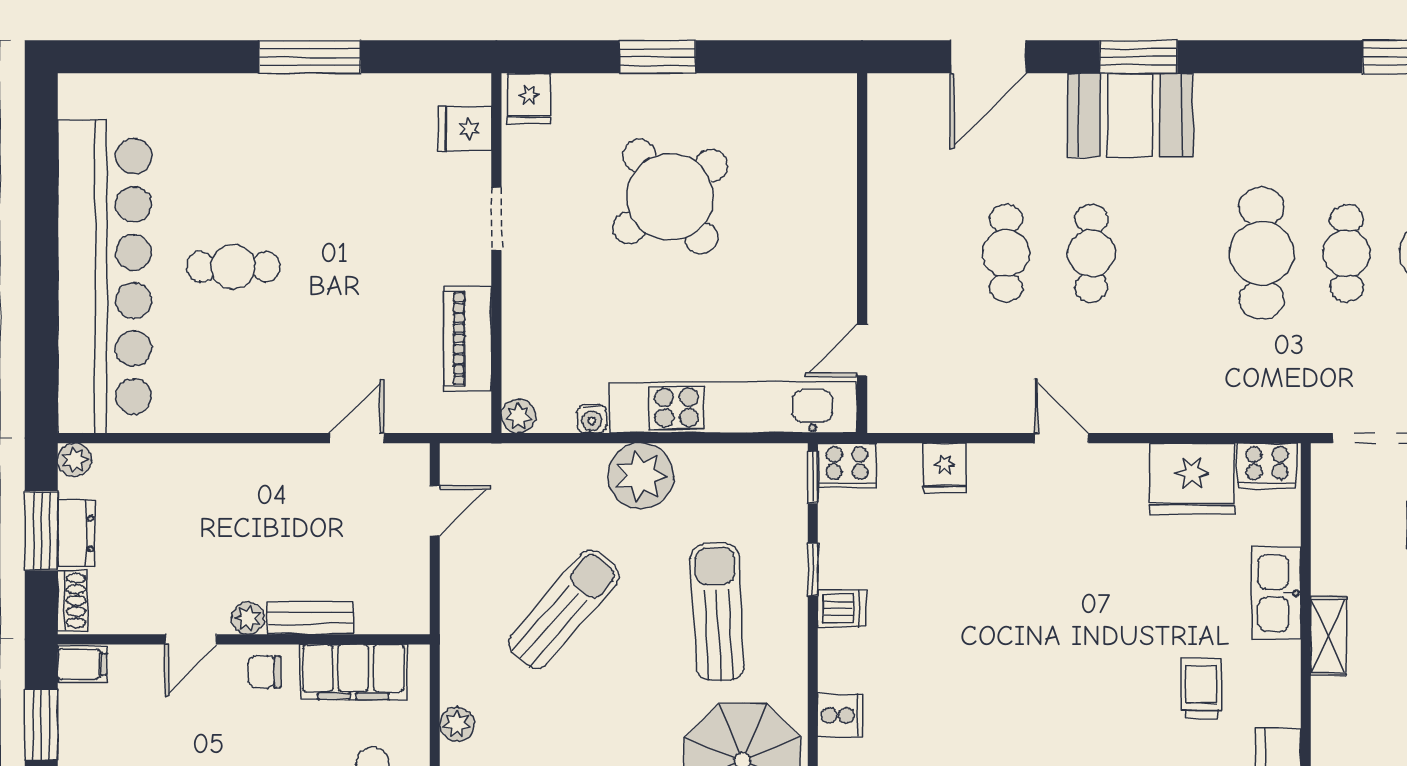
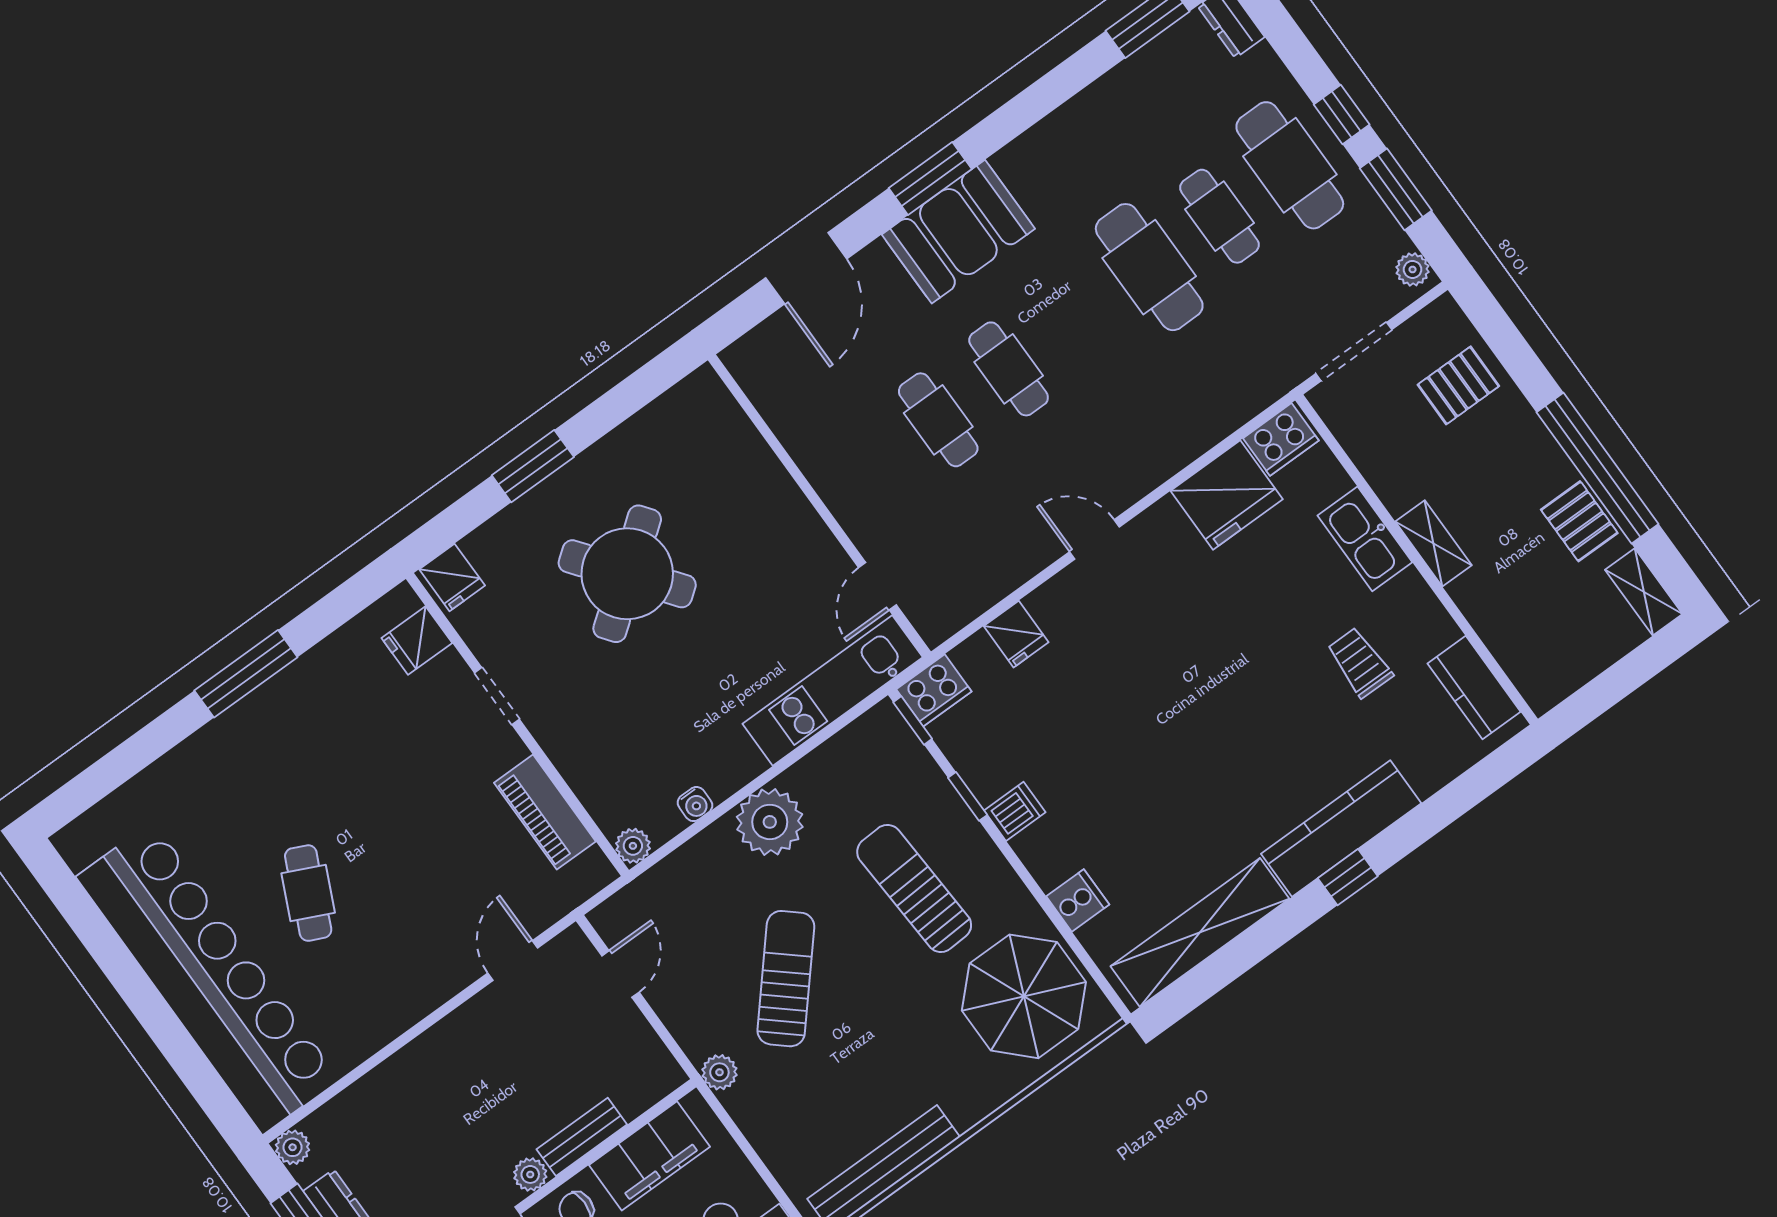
cafe table: (233, 267) -> (308, 893), turned -65
kitchen unit: (733, 408) -> (833, 691), width x0.73
plant: (457, 724) -> (719, 1072), moved

